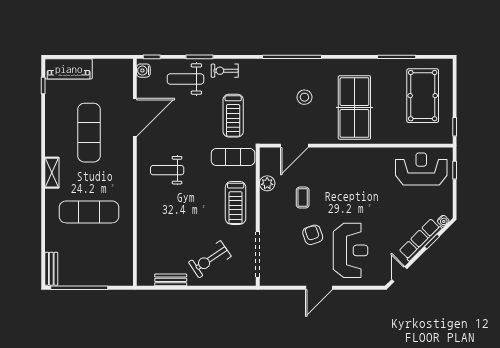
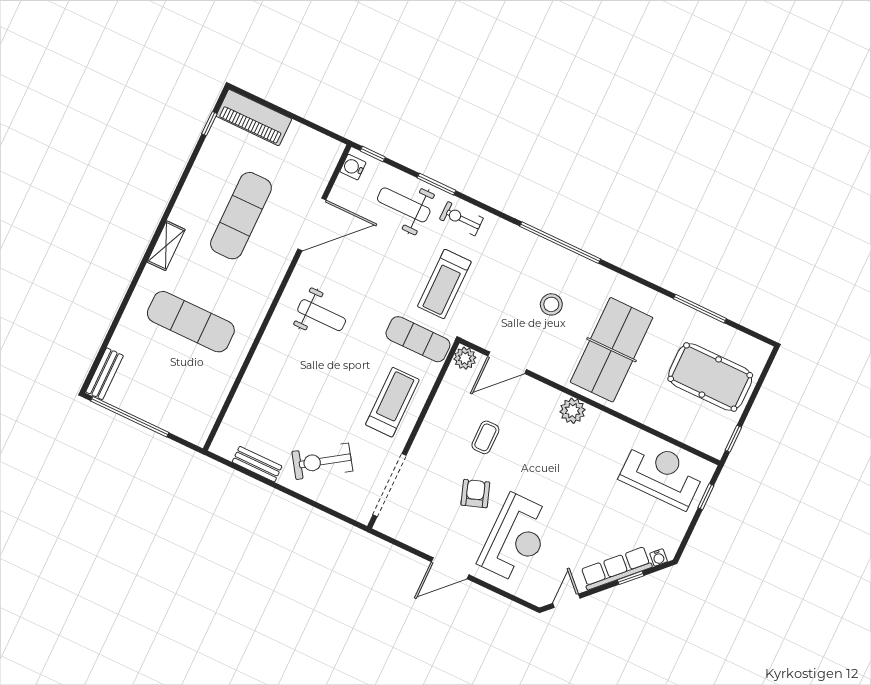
pool table: (423, 96) -> (710, 377), turned 90
plant: (348, 156) -> (572, 411), added
weight bench: (167, 170) -> (322, 315), turned 180
plant: (267, 183) -> (465, 358), moved
treadmill: (236, 203) -> (392, 402), turned 180

